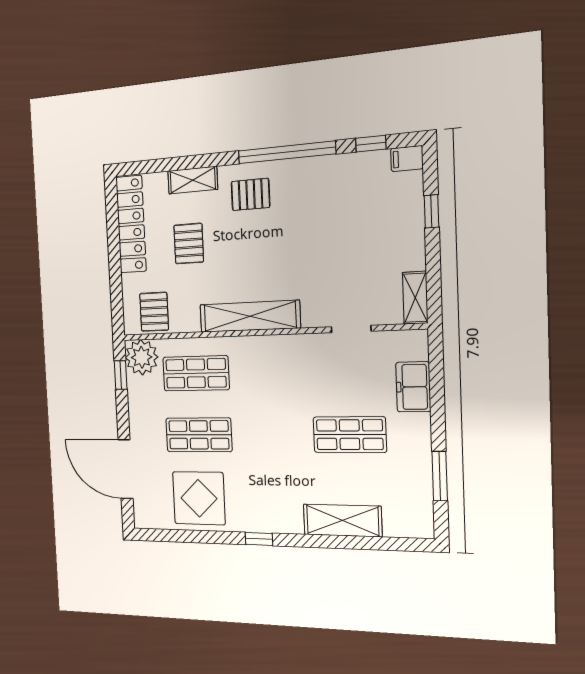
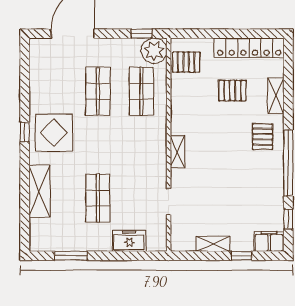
filing cabinet: (407, 159) -> (269, 242), width x2.00
shelving: (415, 298) -> (213, 244), moved
shelving: (250, 316) -> (177, 152), width x0.45, depth x0.75
display table: (199, 498) -> (54, 133), moved

